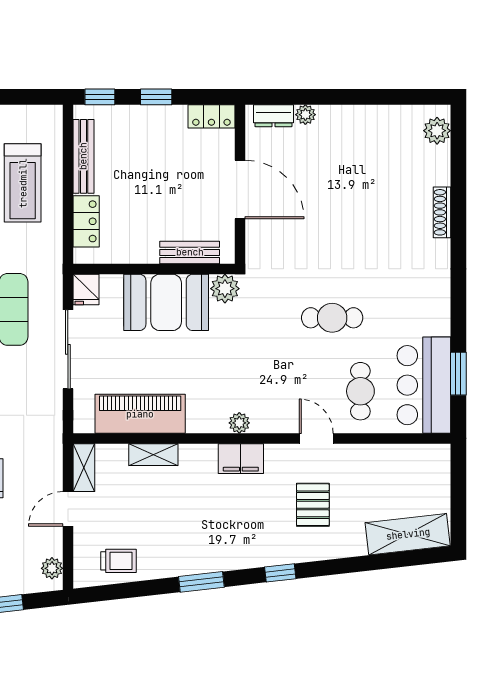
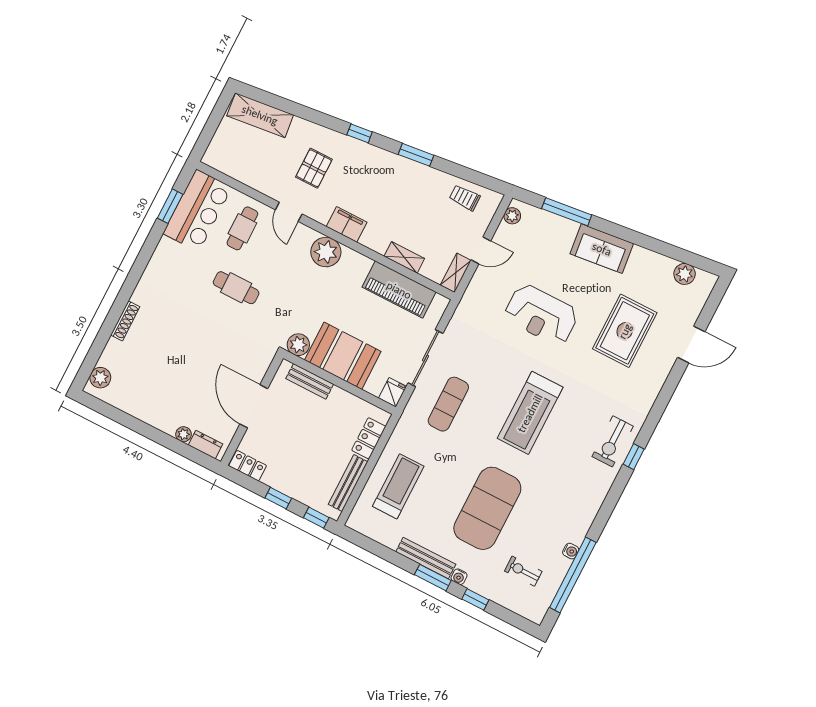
plant: (239, 423) -> (326, 252), width x1.87, depth x1.87

